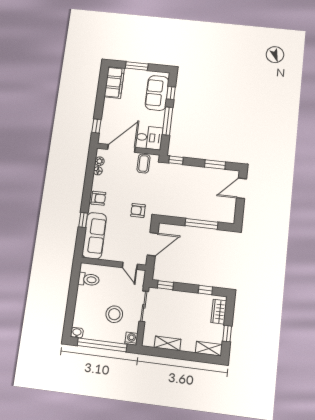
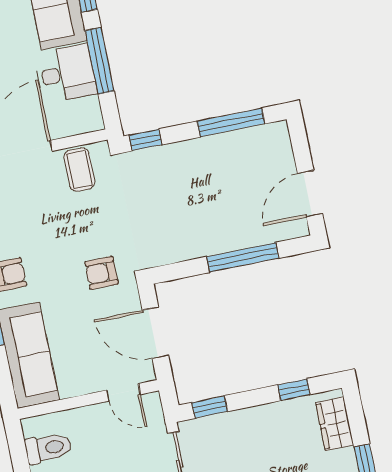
desk: (149, 138) -> (66, 74), moved
window: (215, 164) -> (231, 122), width x1.44
door: (242, 188) -> (310, 194), moved
door: (153, 244) -> (155, 333), swing flipped

